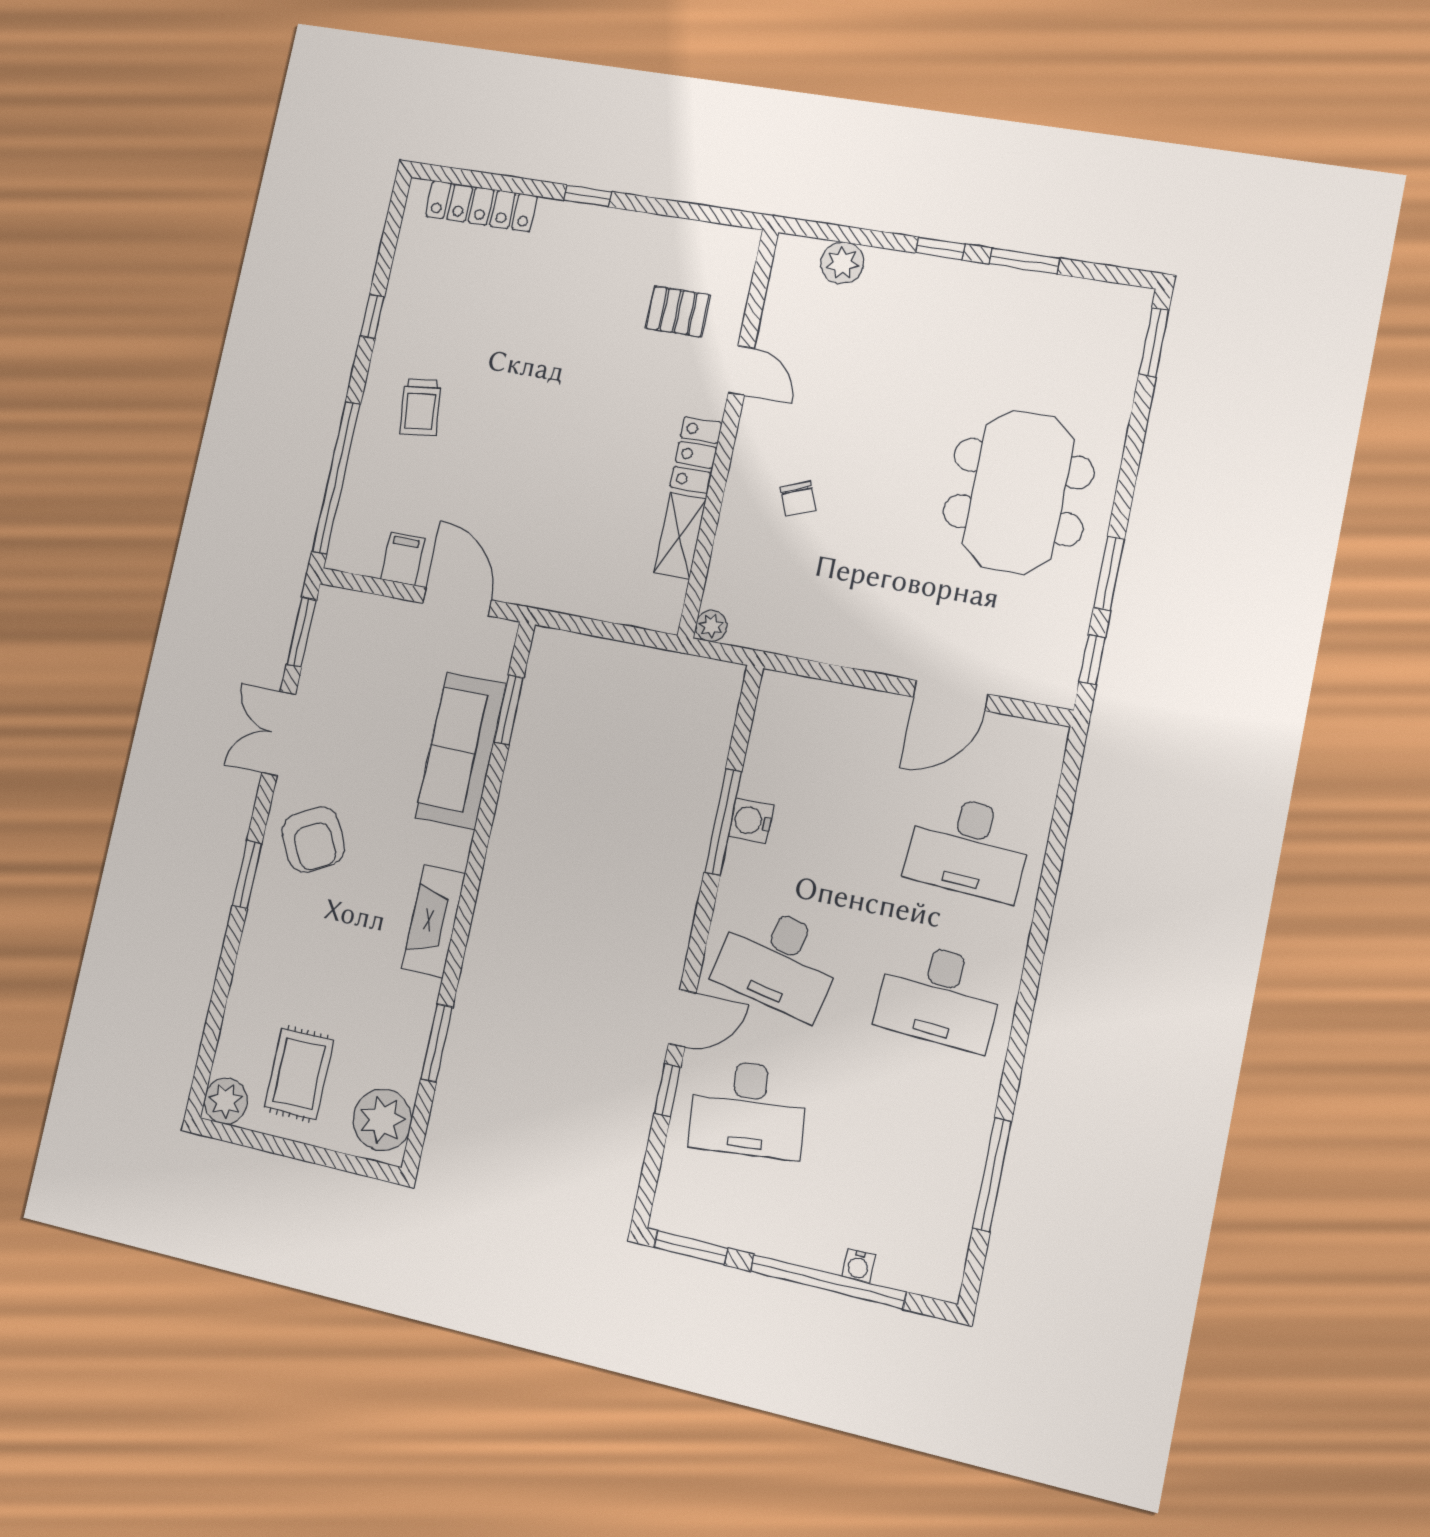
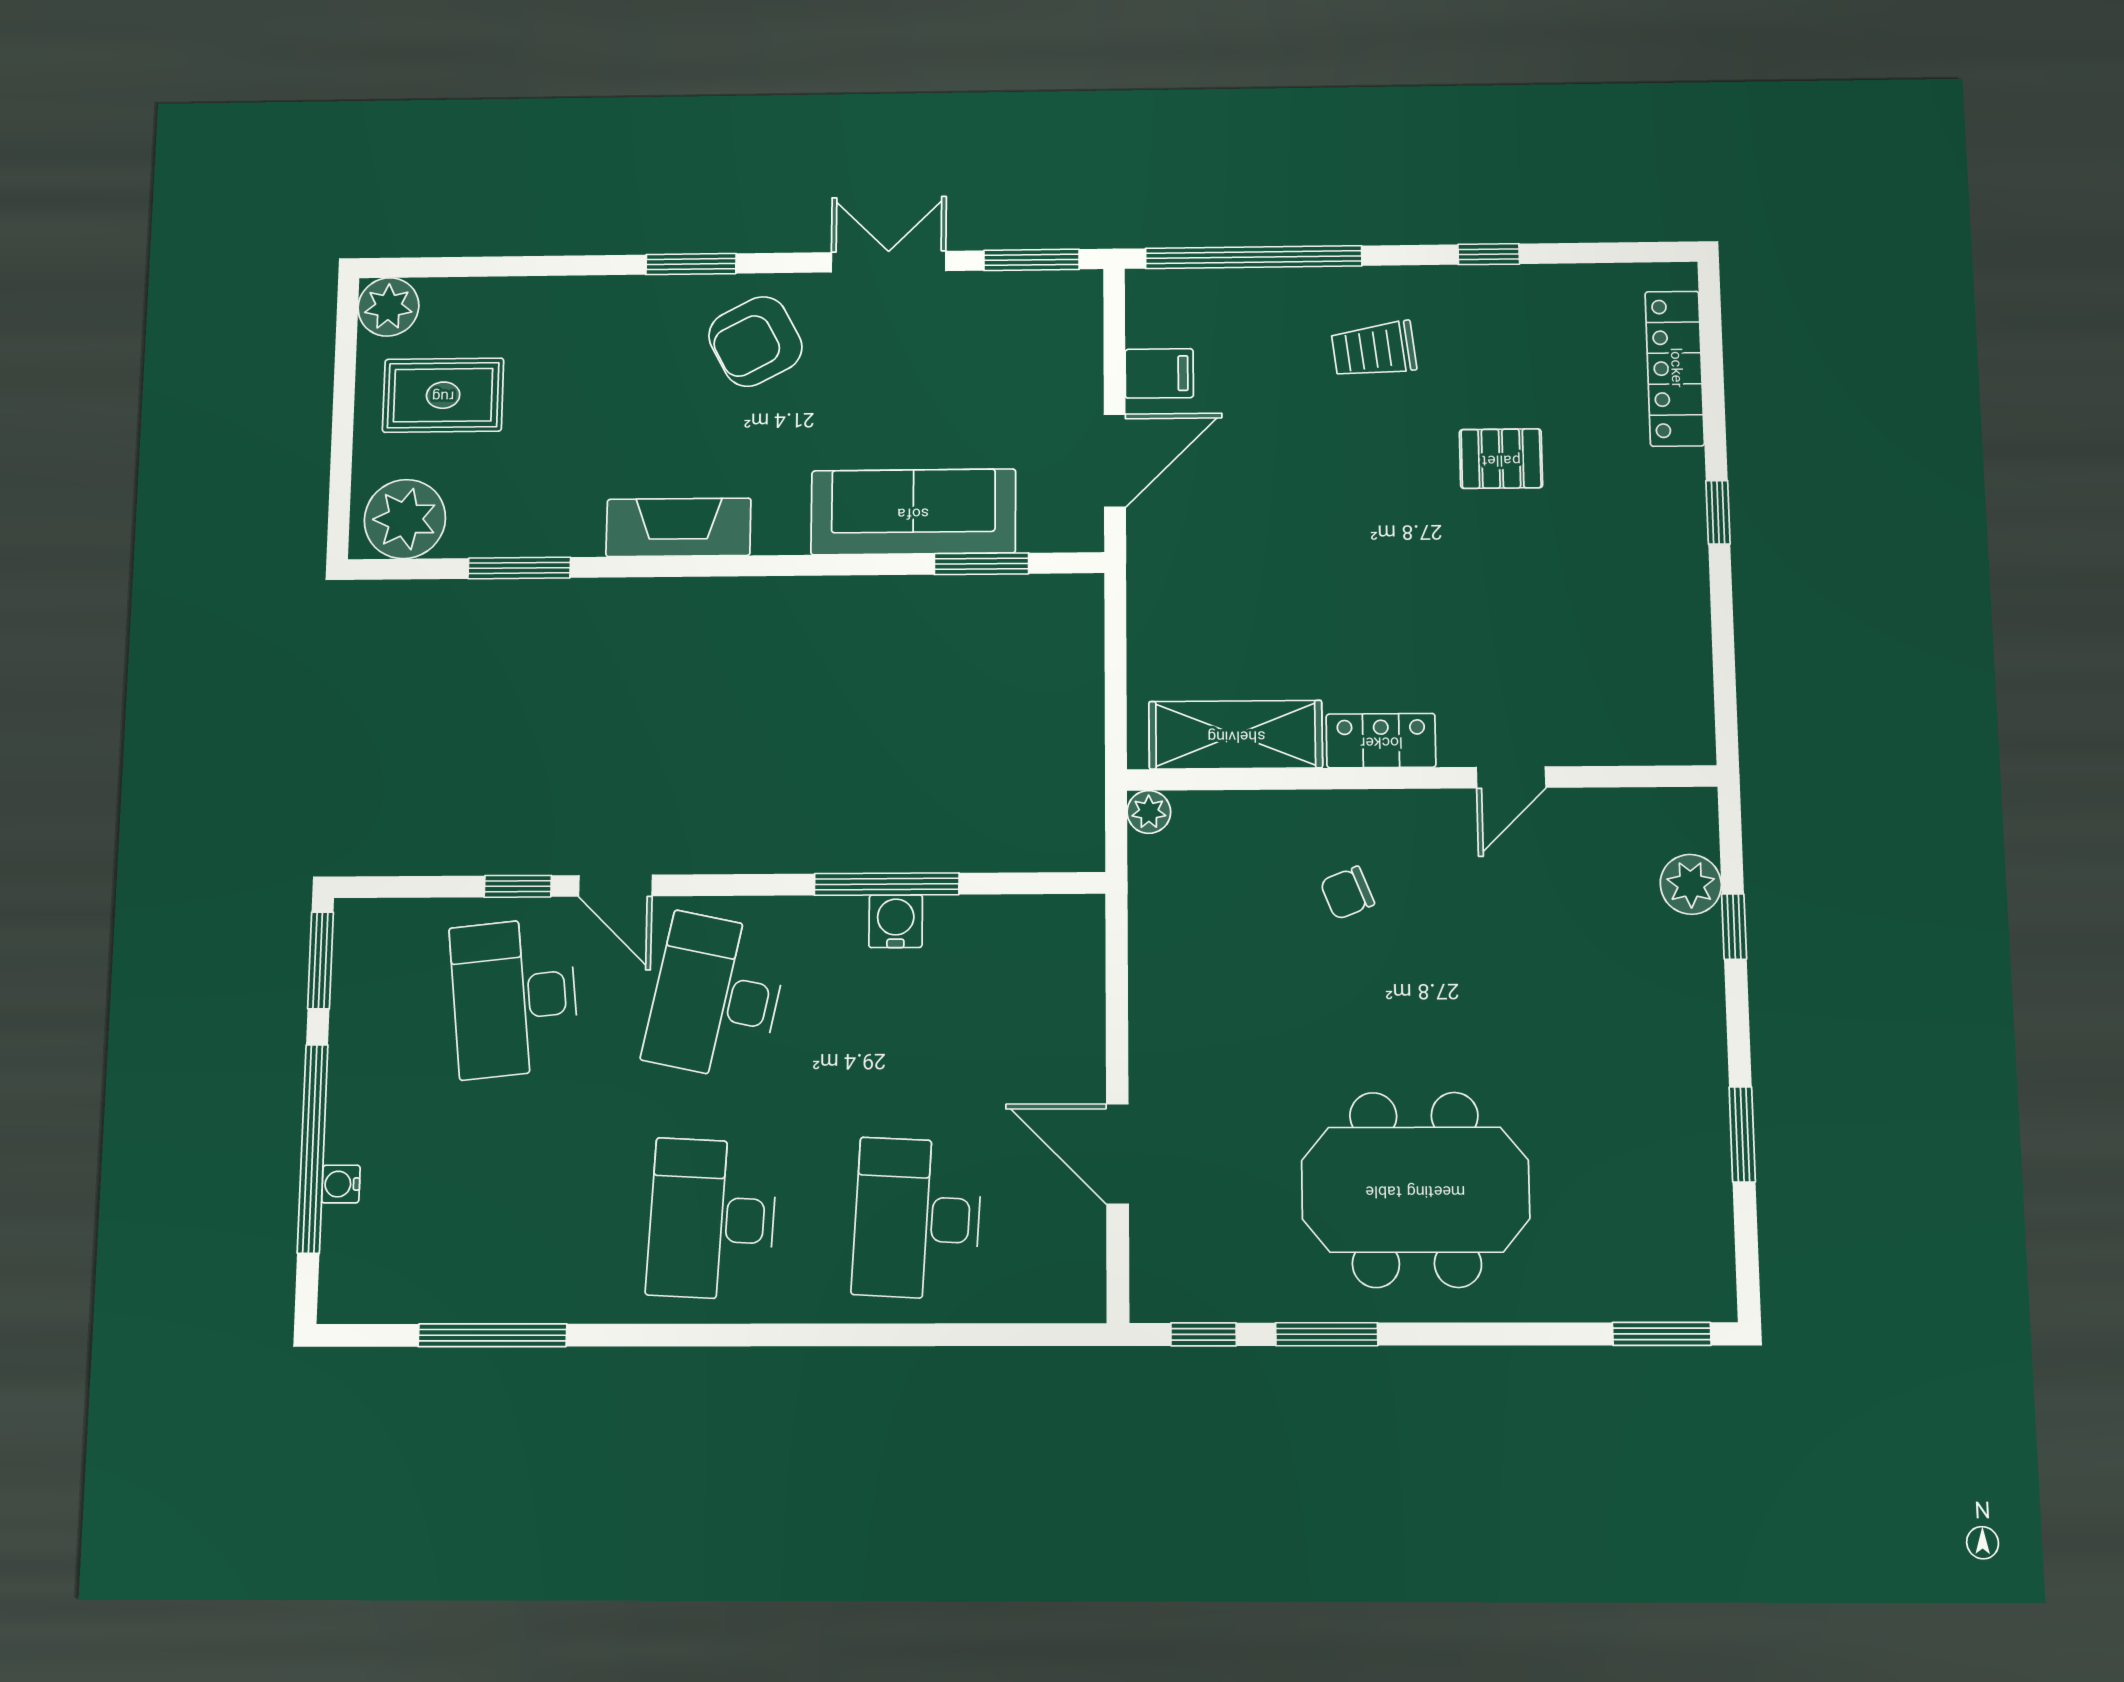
window: (940, 248) -> (1734, 927), moved
pallet: (678, 311) -> (1501, 459), moved, turned 90
shelving: (680, 536) -> (1236, 735), width x1.50, depth x1.33

